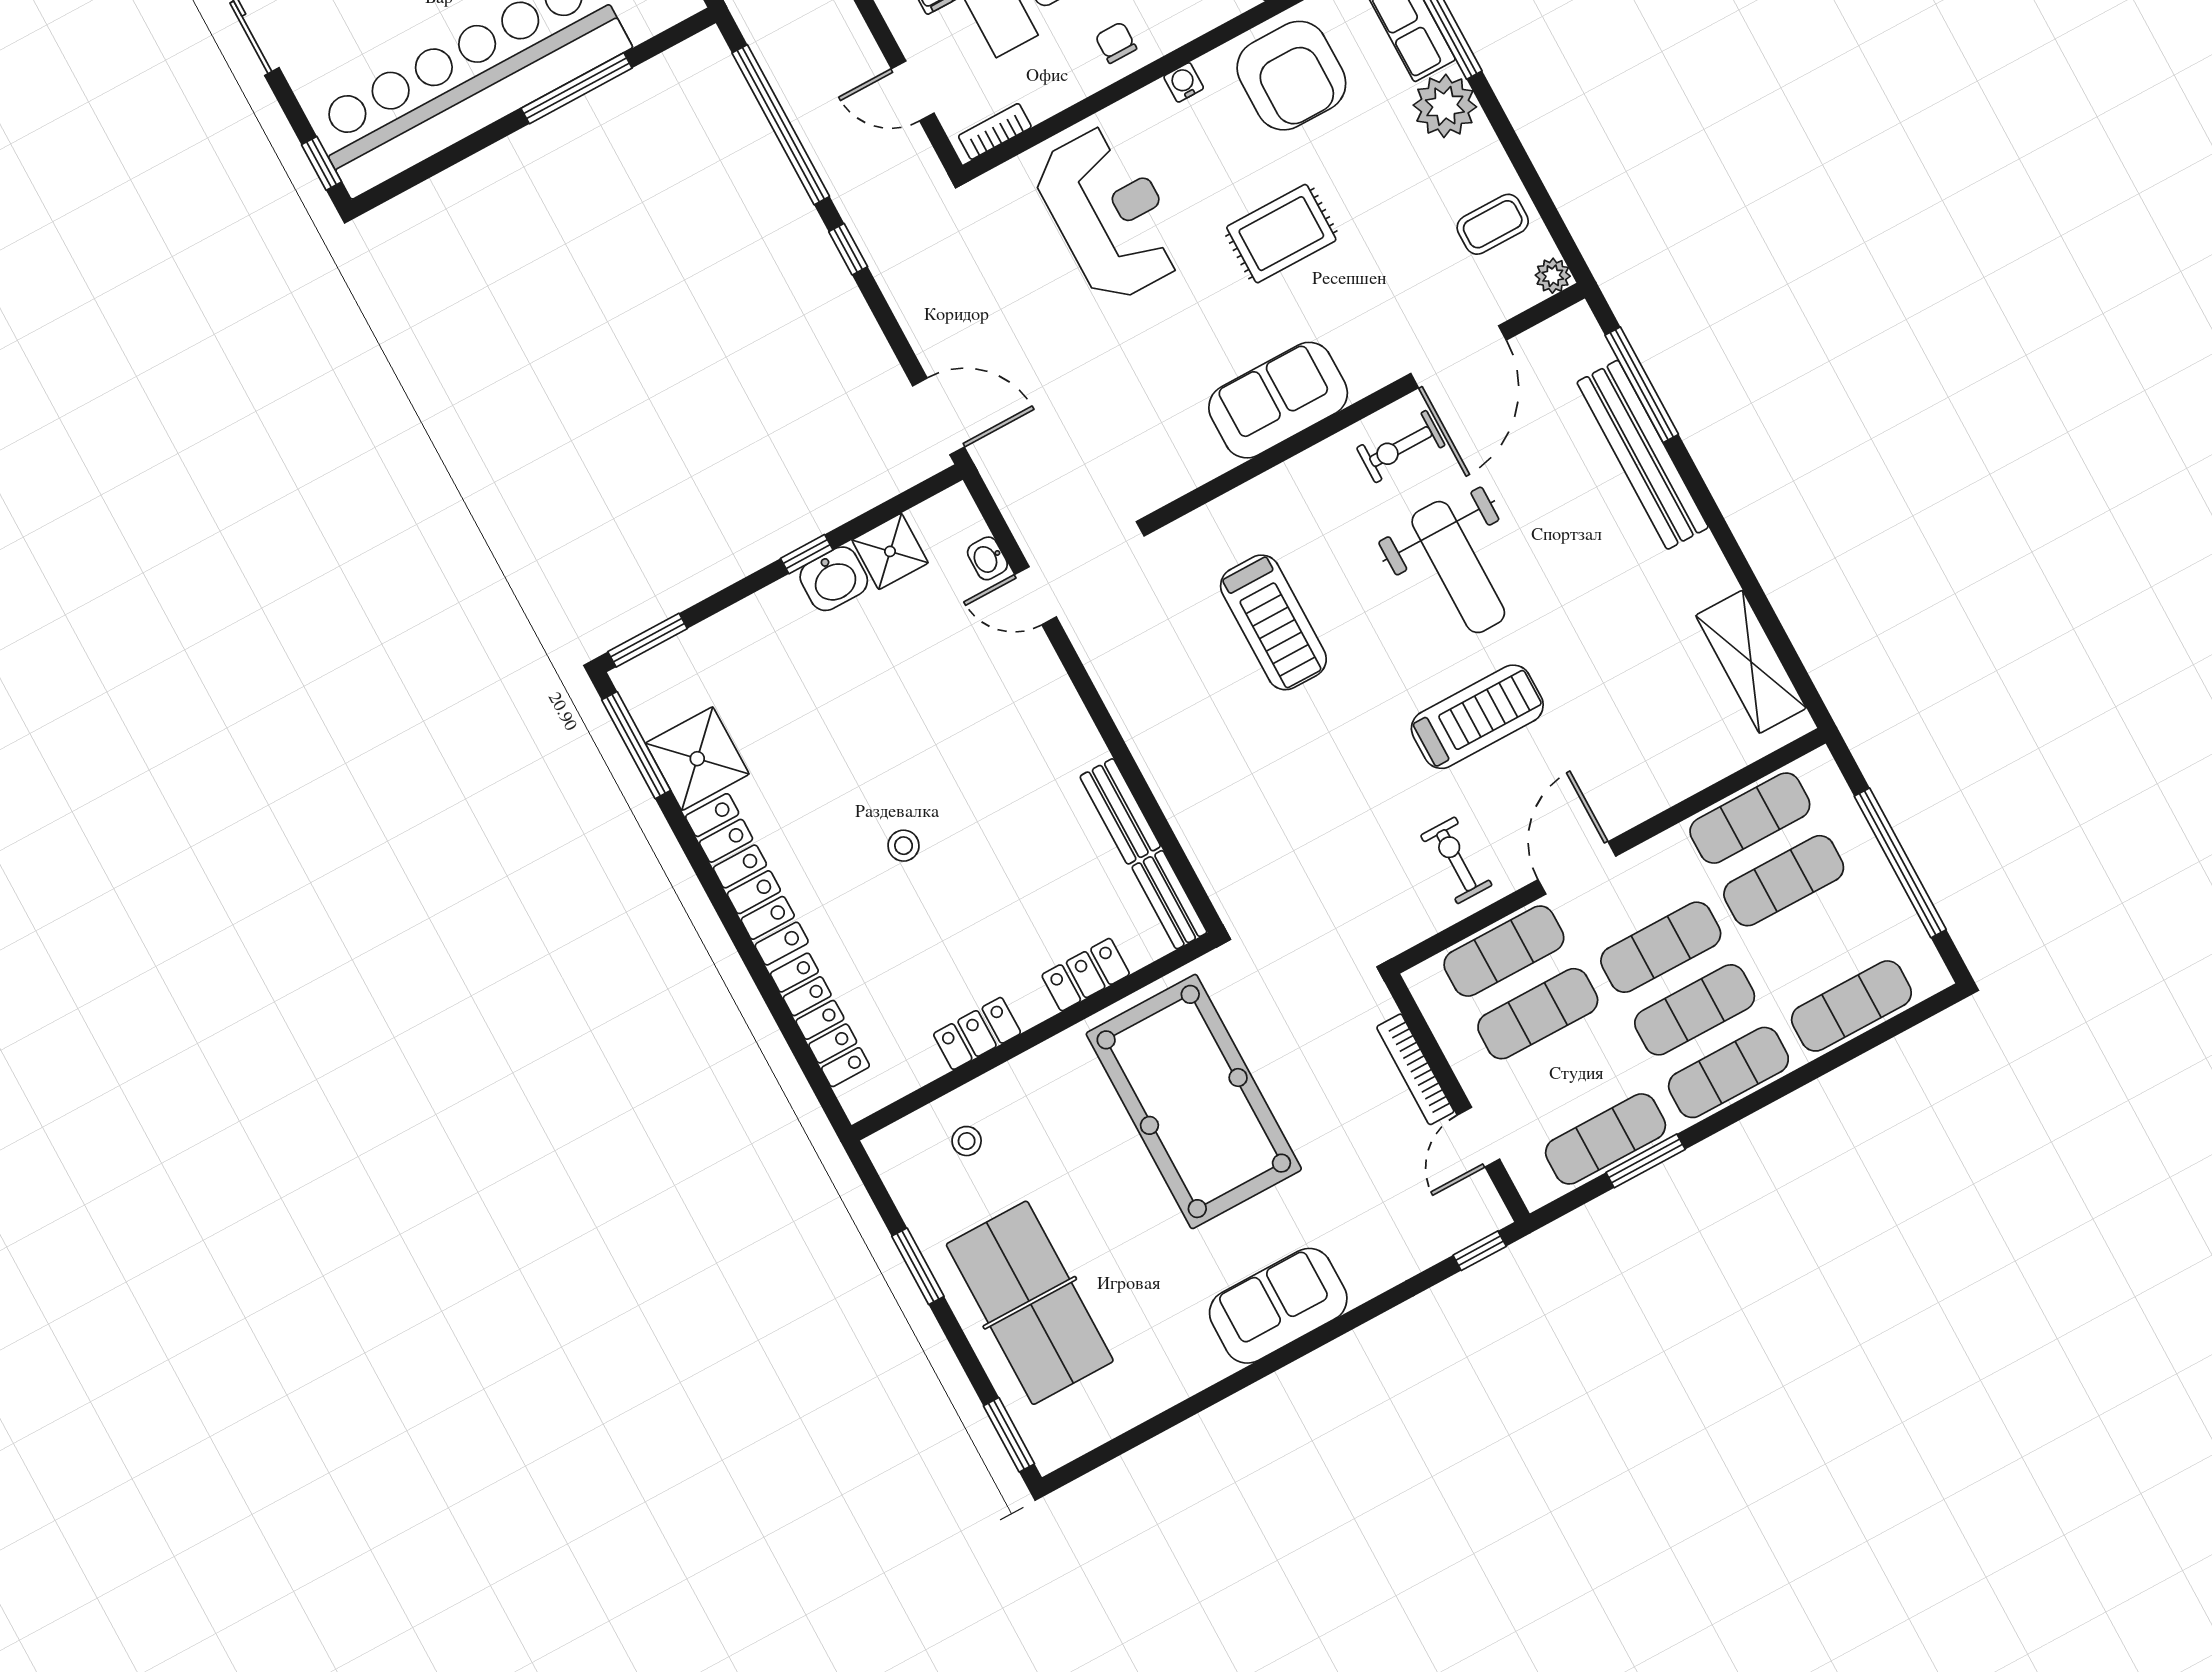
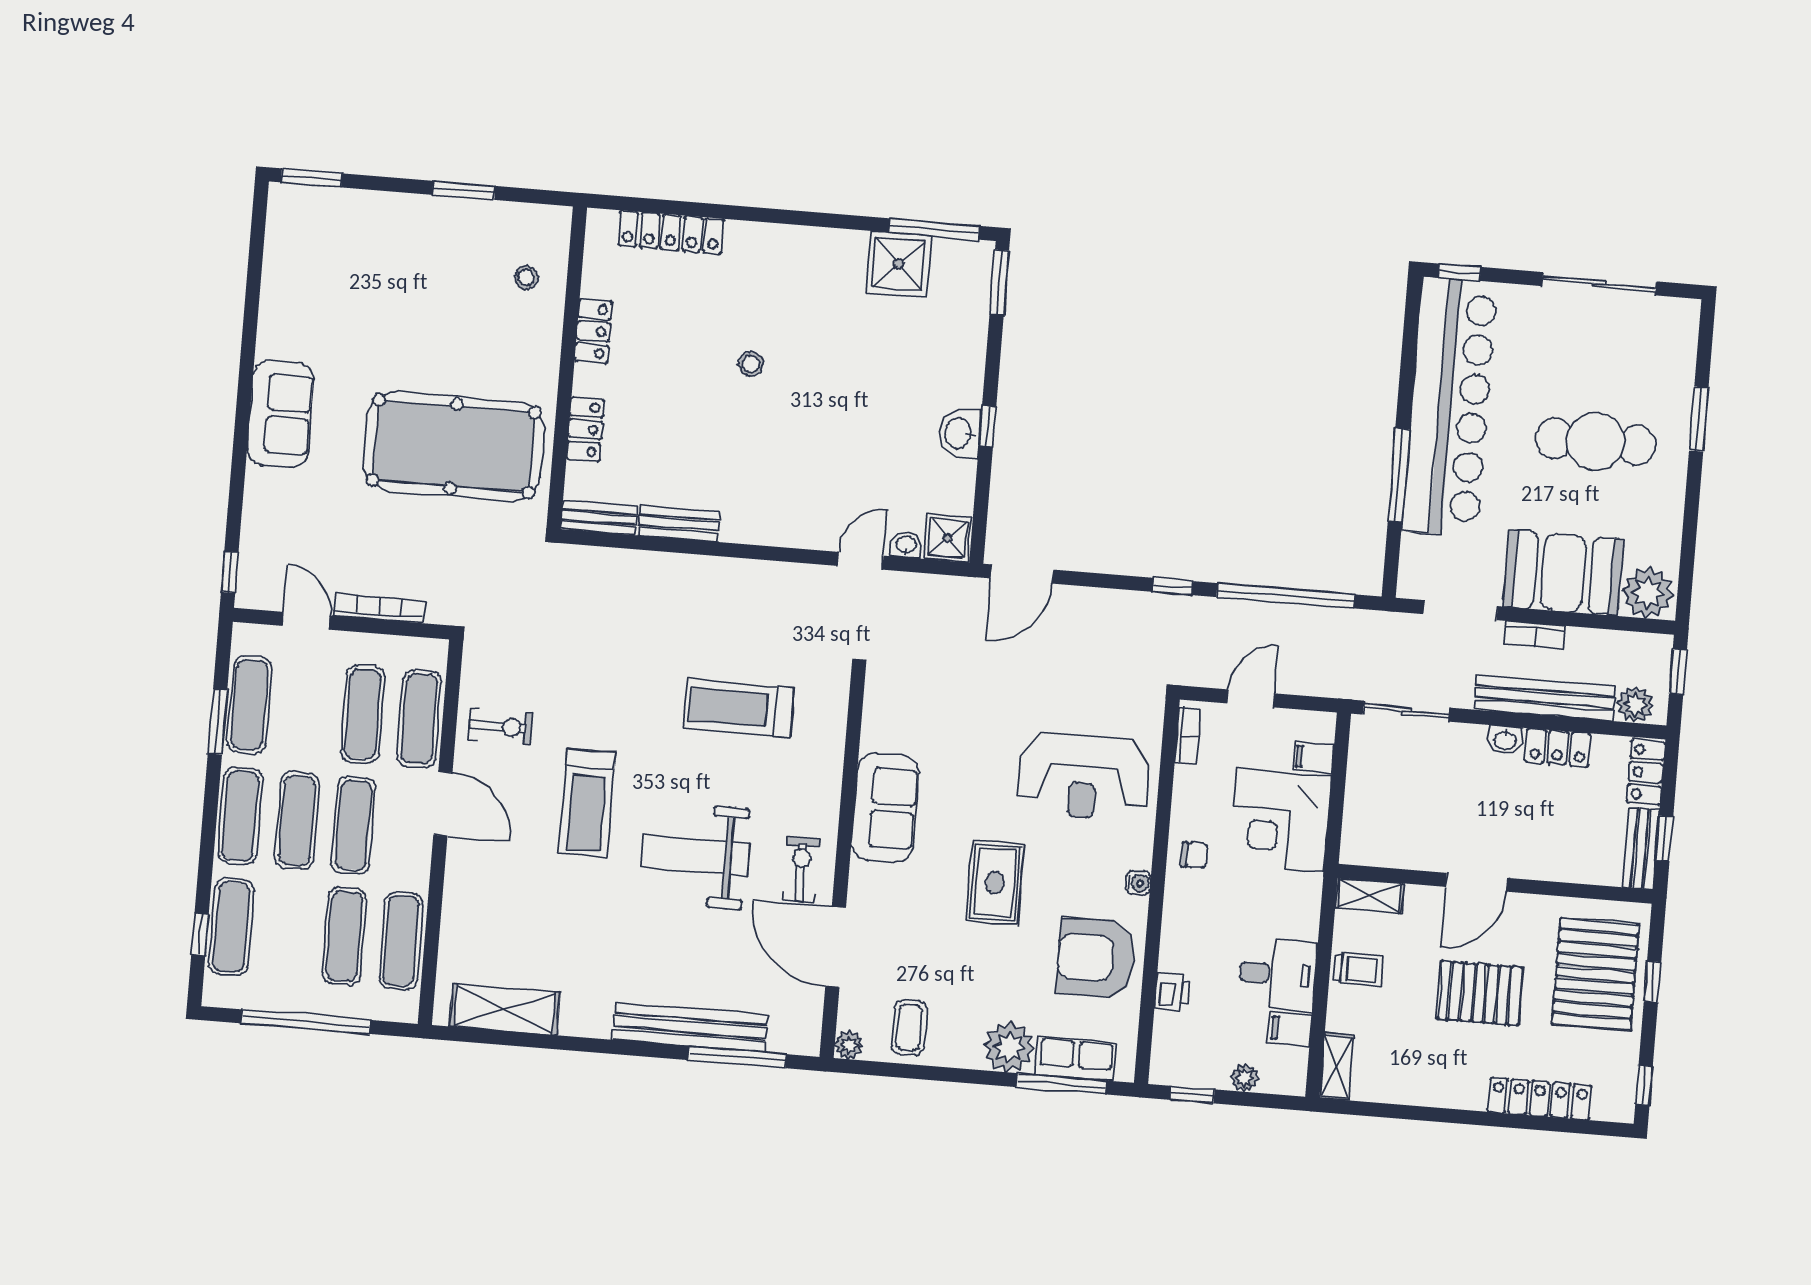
shower: (890, 551) -> (948, 538), moved
locker: (747, 879) -> (796, 245), removed
window: (1881, 1034) -> (200, 934), added
table tennis table: (1030, 1303) -> (391, 249), removed

